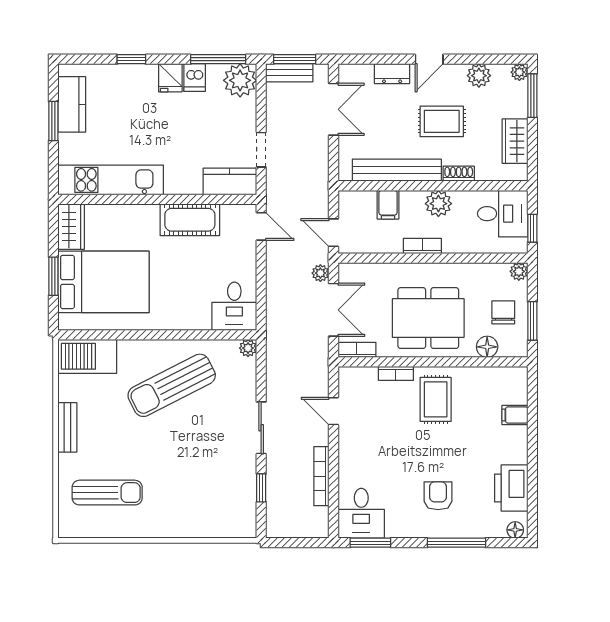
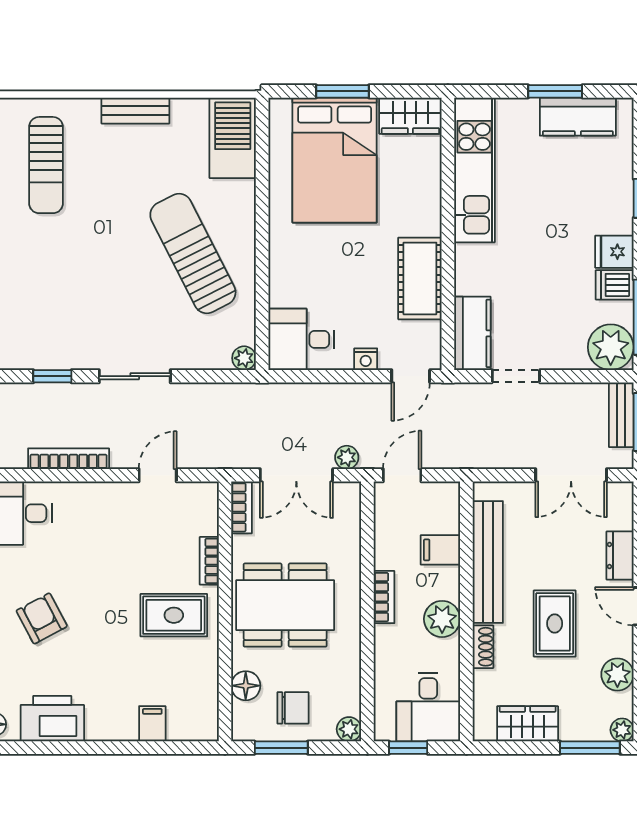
nightstand: (249, 259) -> (366, 359), added
dining table: (428, 318) -> (285, 605), turned 90
armchair: (438, 496) -> (42, 618), turned -118

